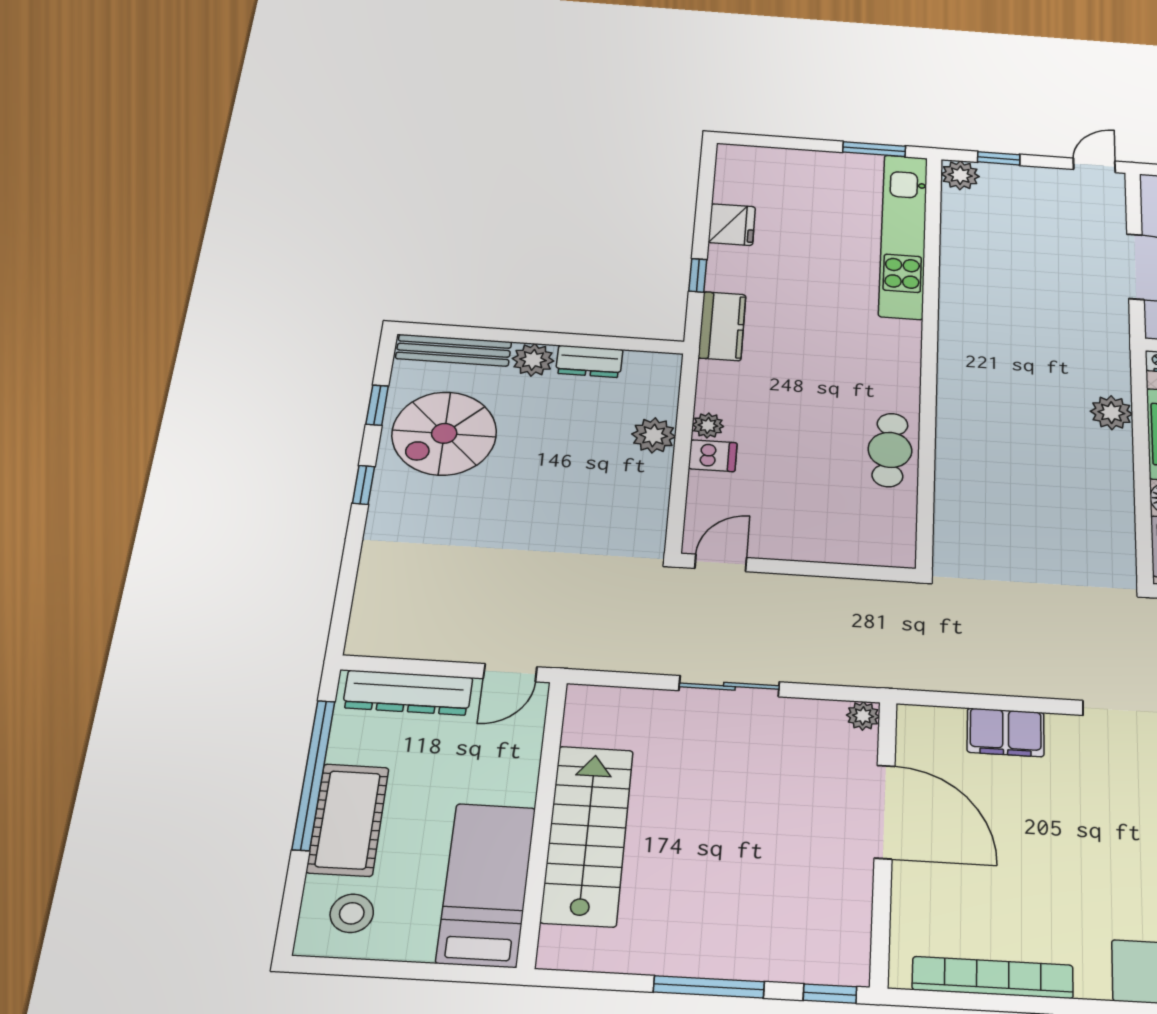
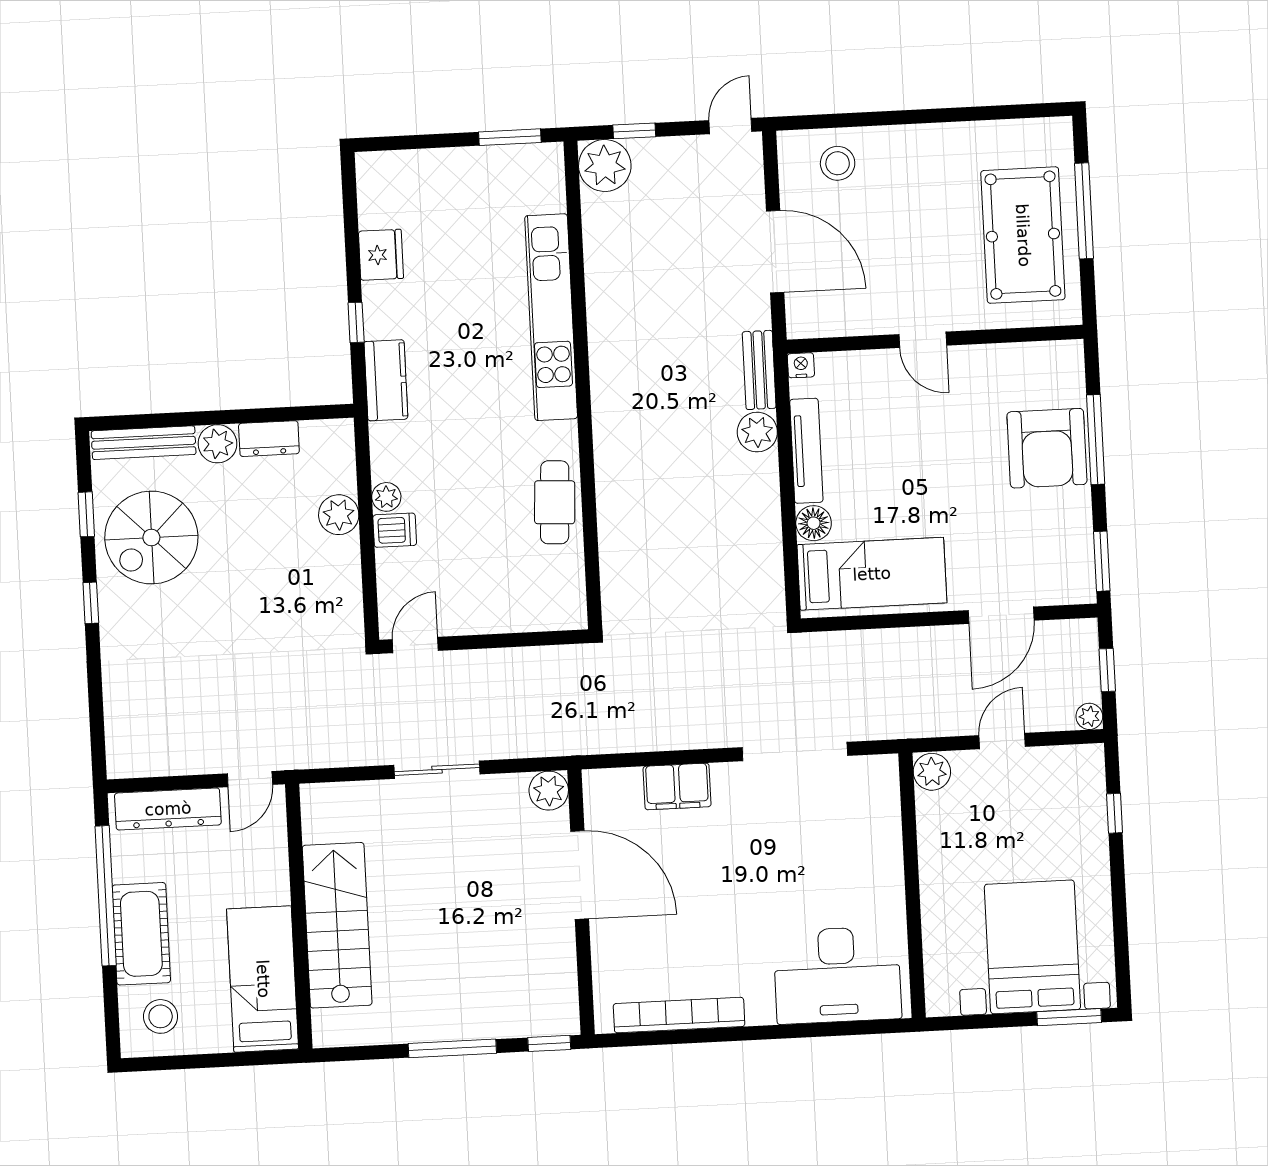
plant: (960, 175) -> (605, 166), width x1.36, depth x1.36
kitchen unit: (903, 236) -> (551, 317), moved
bench: (1115, 361) -> (759, 370), added
plant: (863, 716) -> (549, 791), width x1.38, depth x1.38

